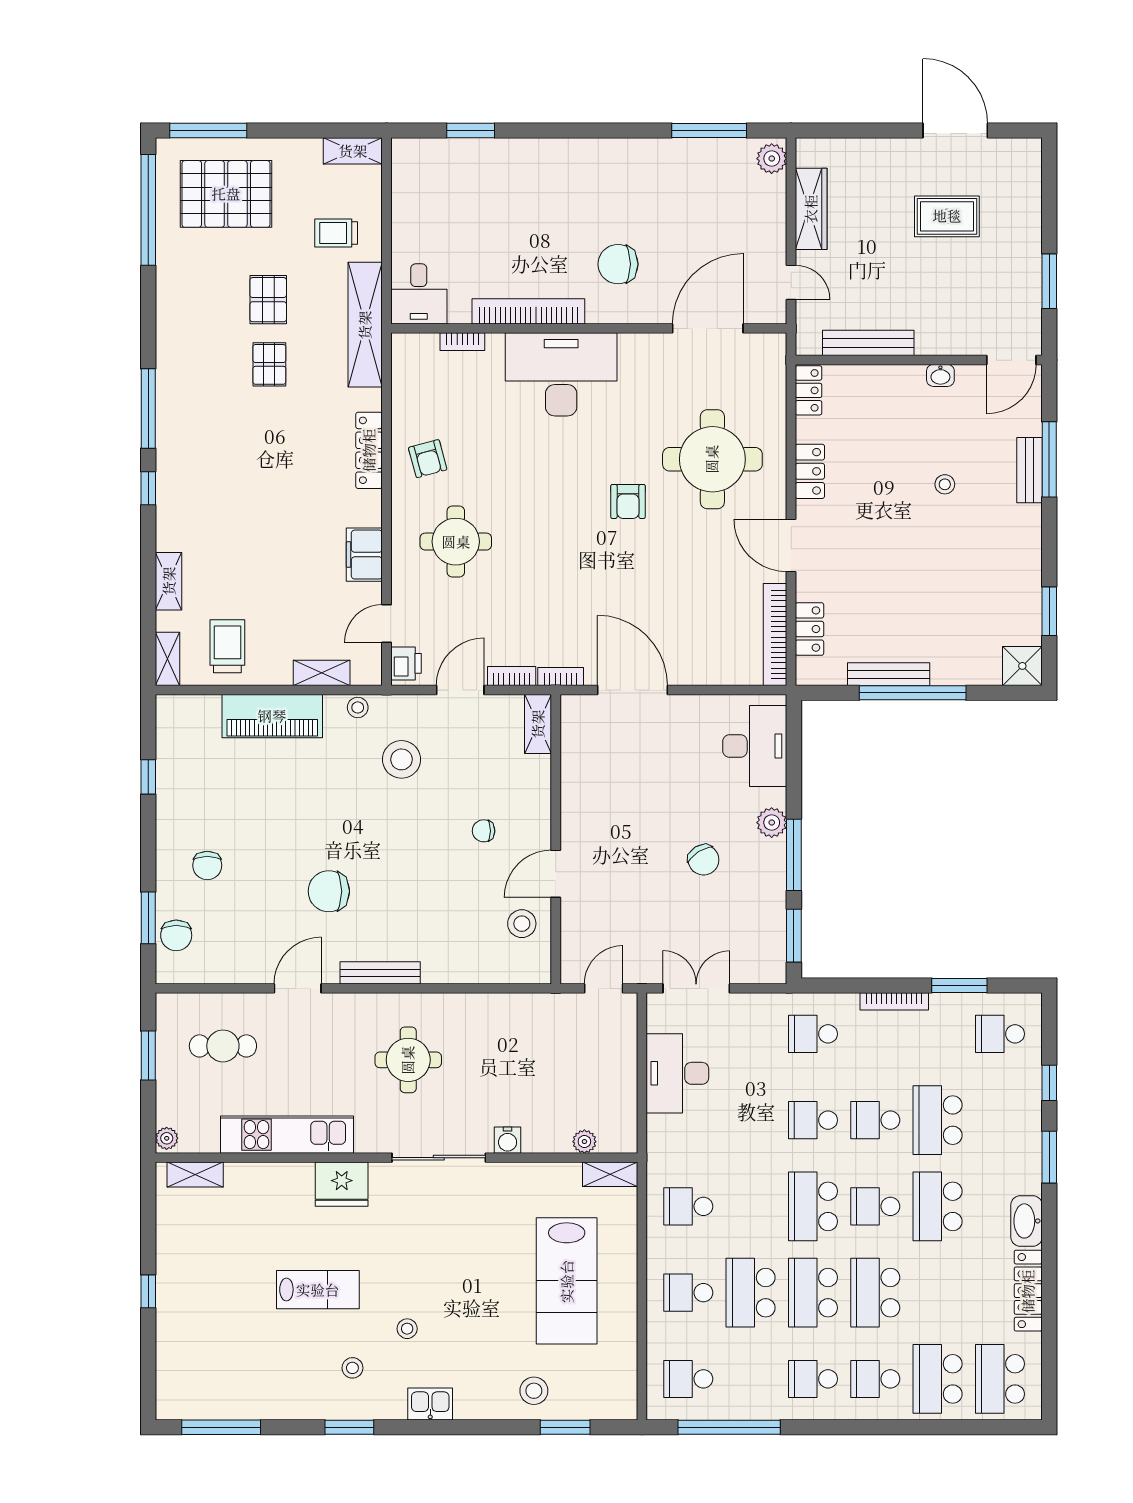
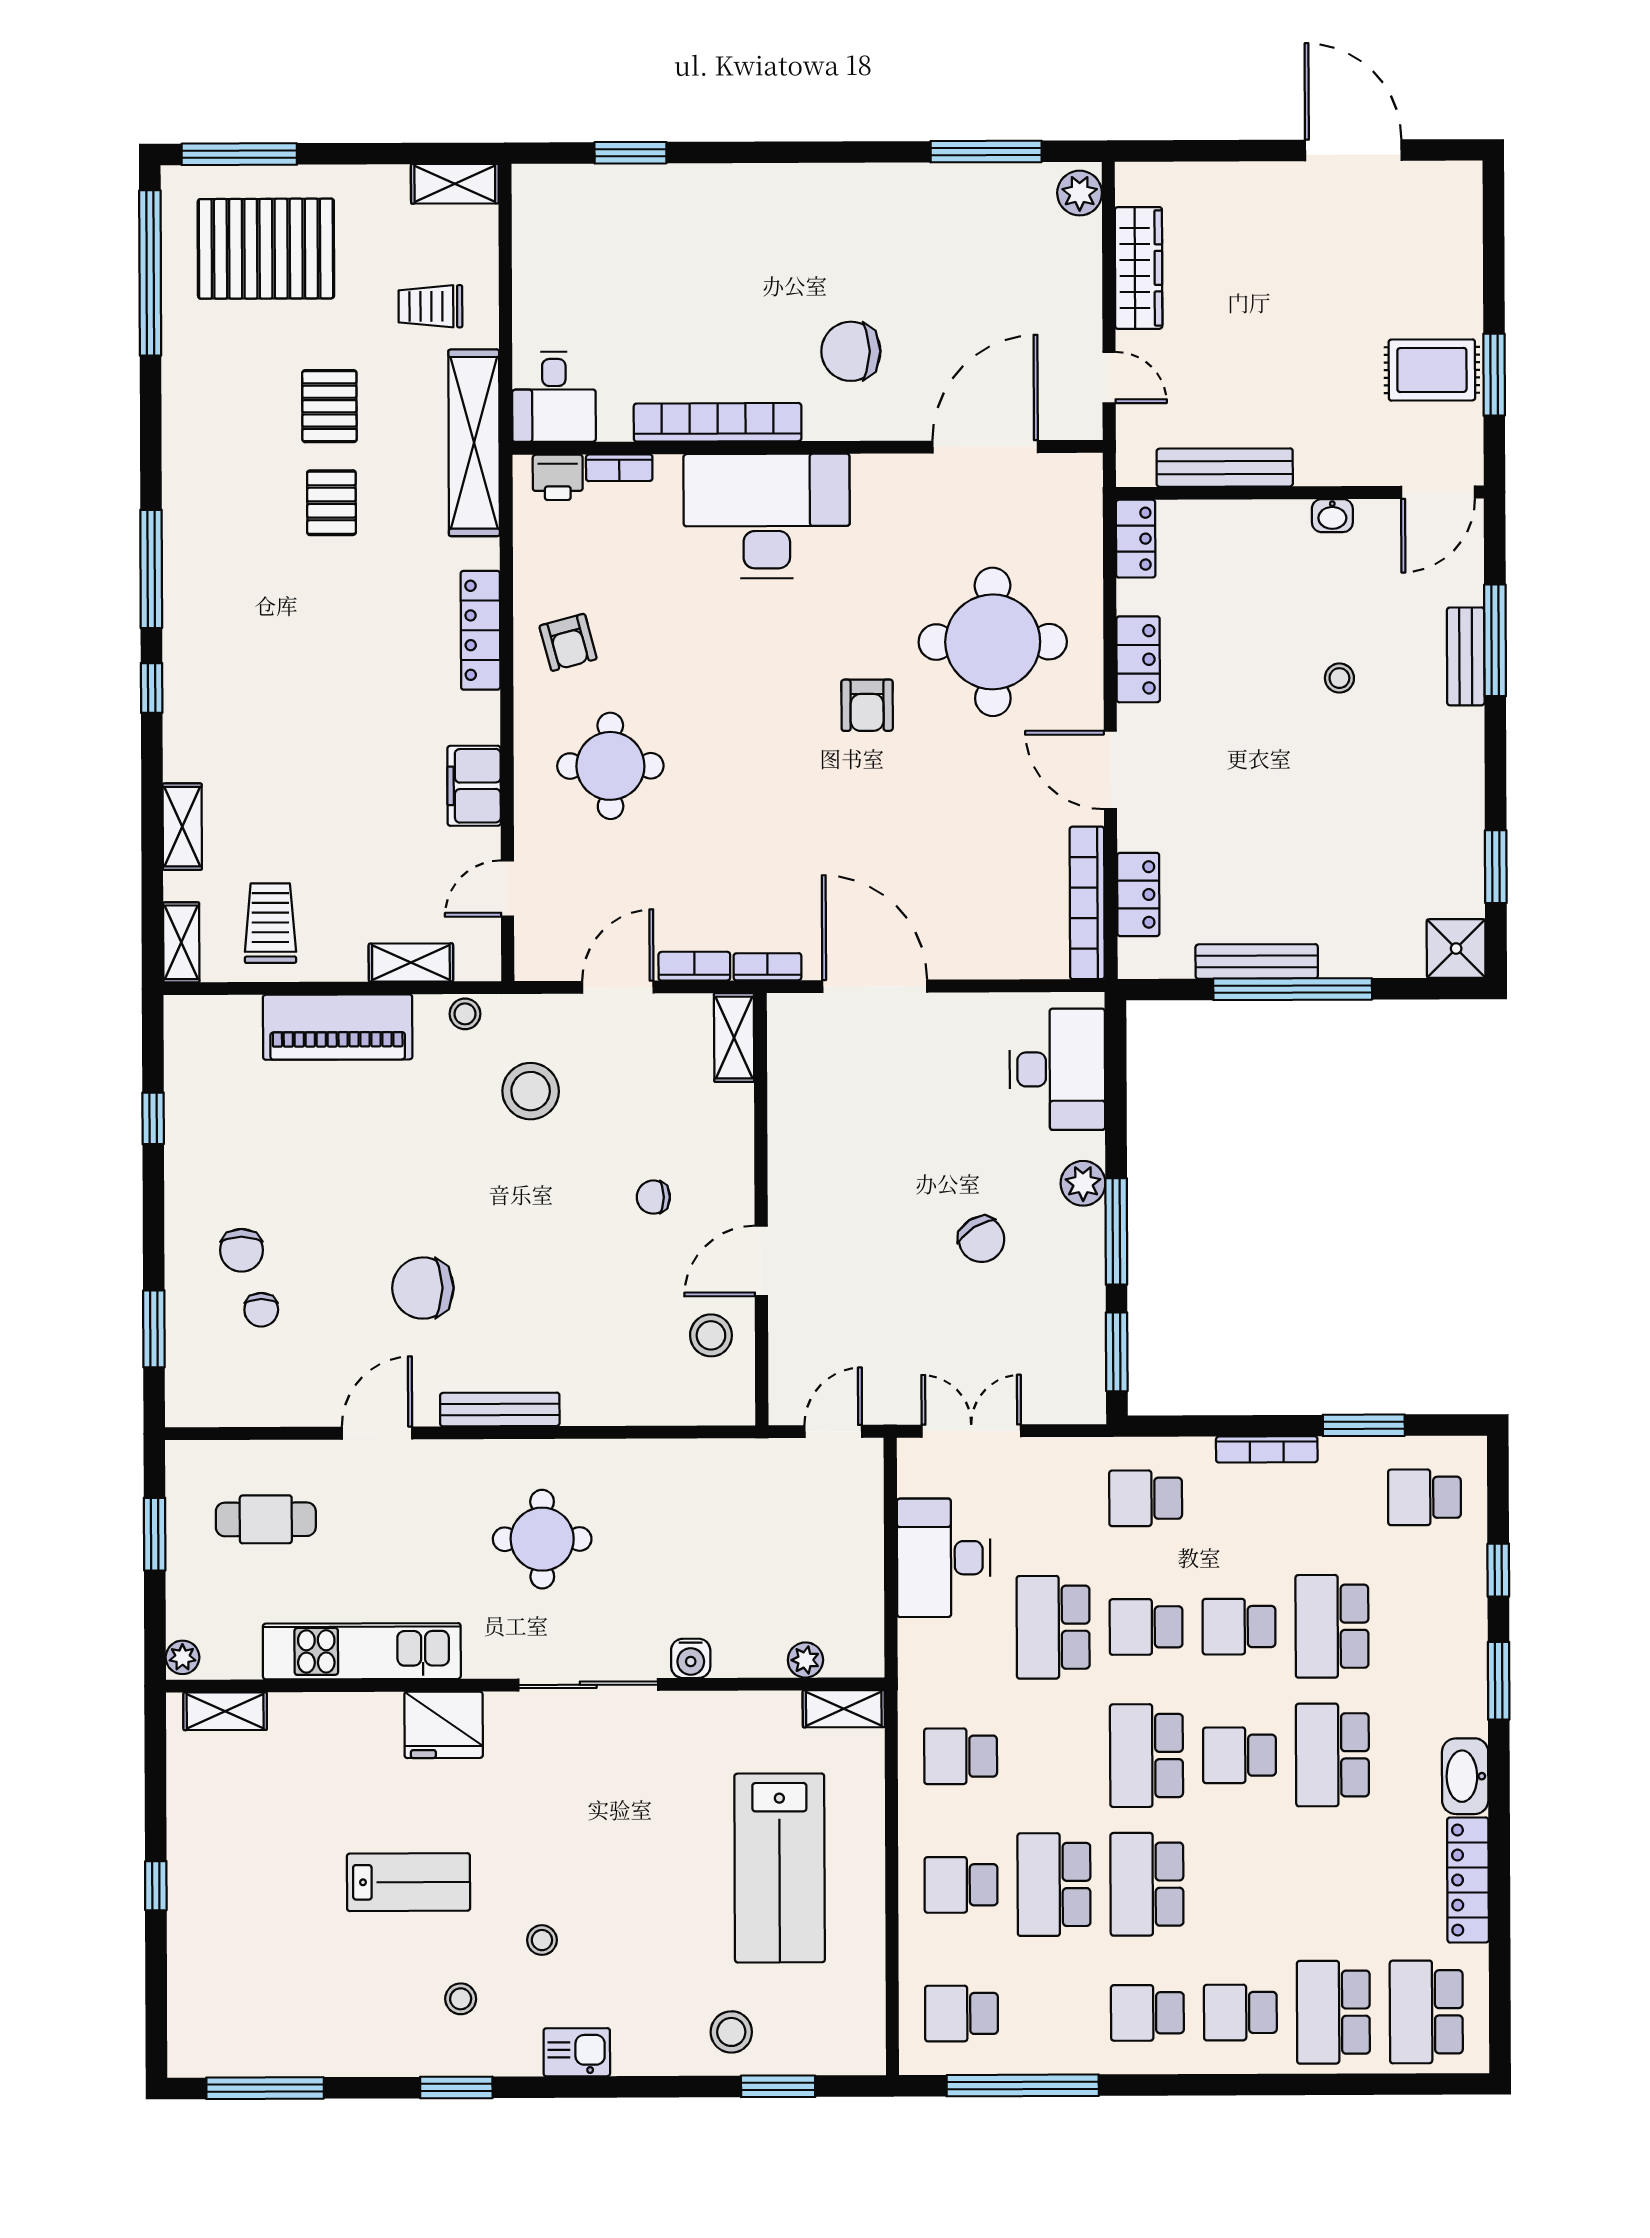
rug: (947, 216) -> (1432, 370), moved
printer: (406, 663) -> (558, 477), moved, turned 90
chair: (176, 935) -> (261, 1310), moved, width x0.73, depth x0.73
school desk: (875, 1293) -> (1053, 1627), moved

